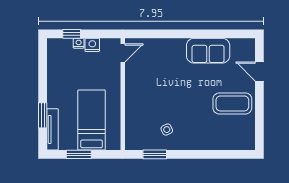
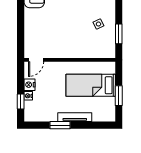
door: (123, 53) -> (36, 60), swing flipped
window: (43, 115) -> (60, 125), moved
tv unit: (52, 129) -> (75, 117), moved

